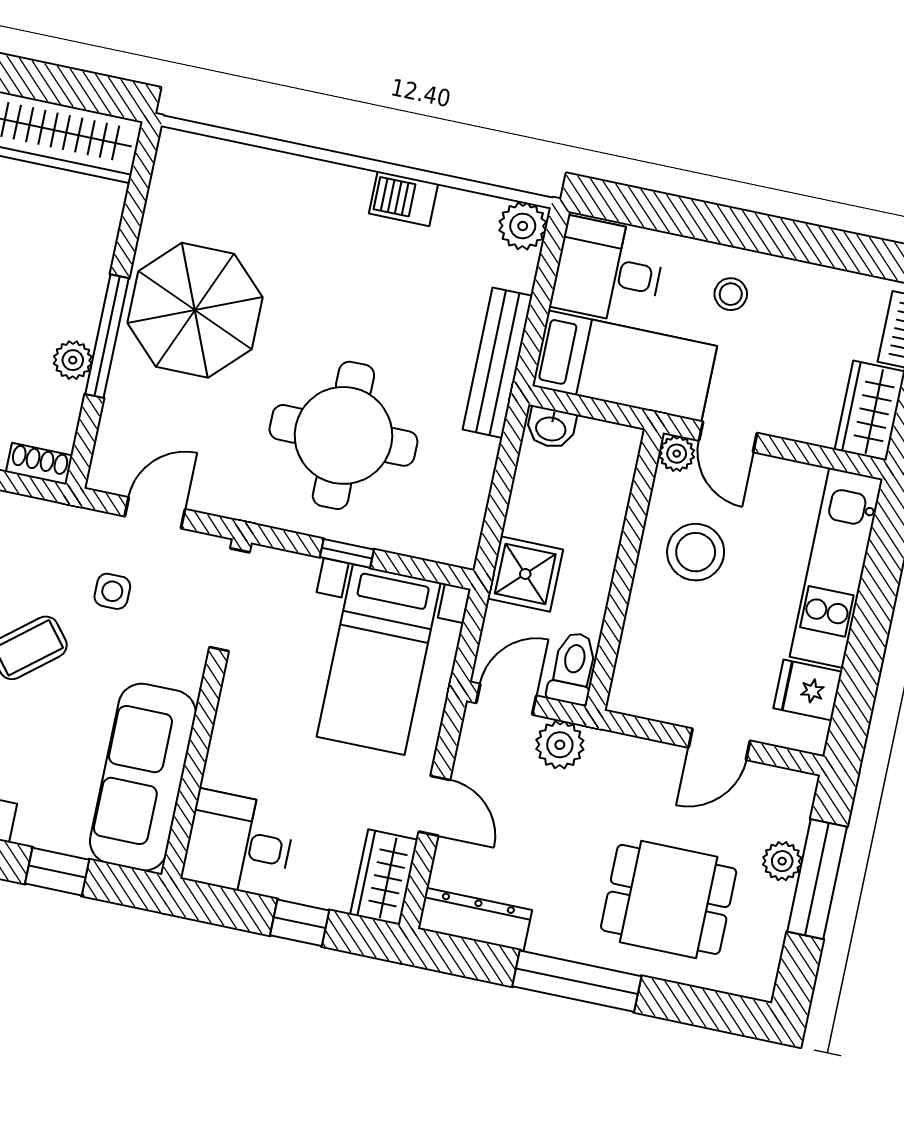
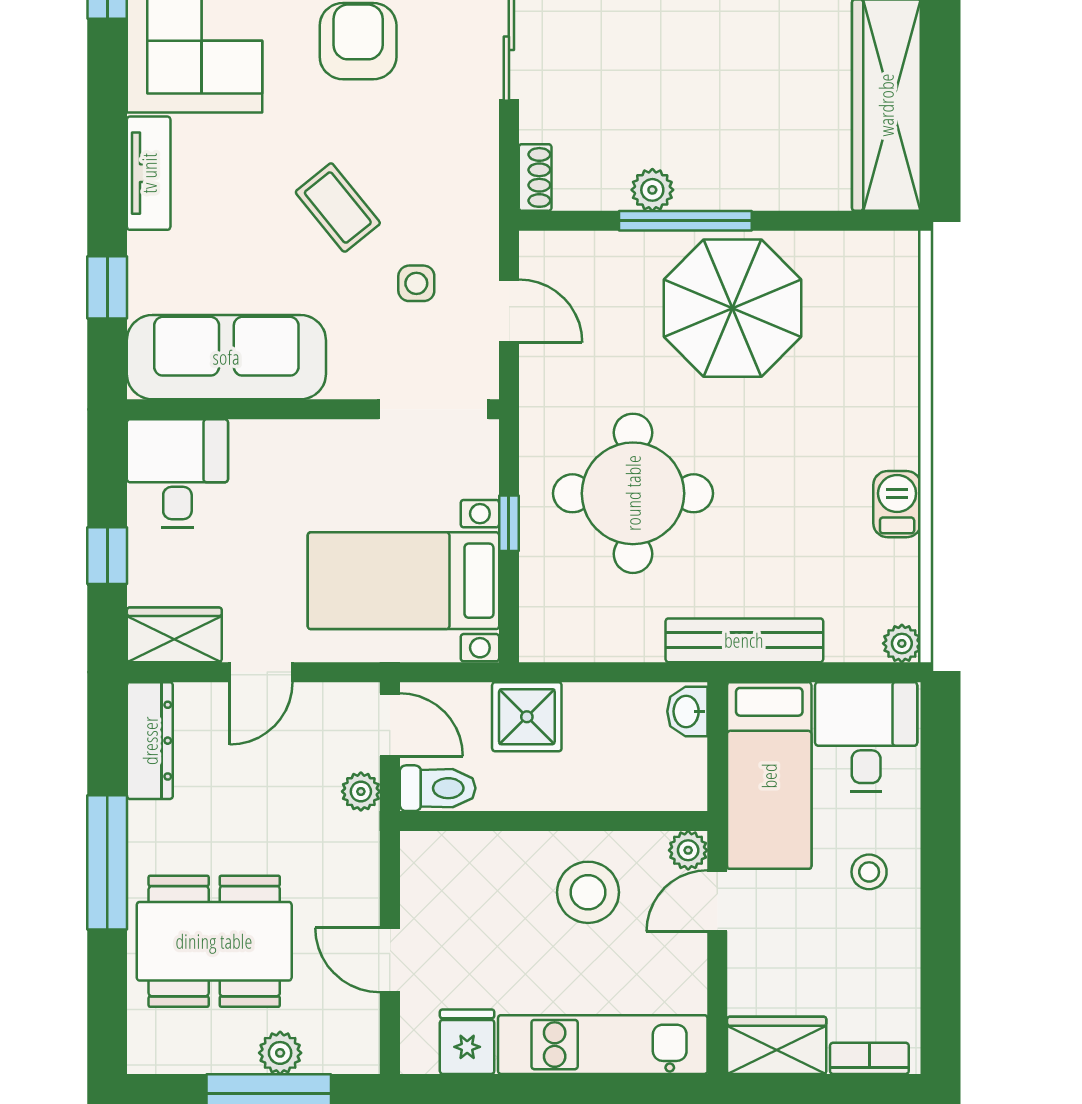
plant: (523, 226) -> (902, 643), width x0.73, depth x0.73
plant: (560, 745) -> (361, 792), width x0.73, depth x0.73
dining table: (669, 899) -> (214, 941), width x1.38

